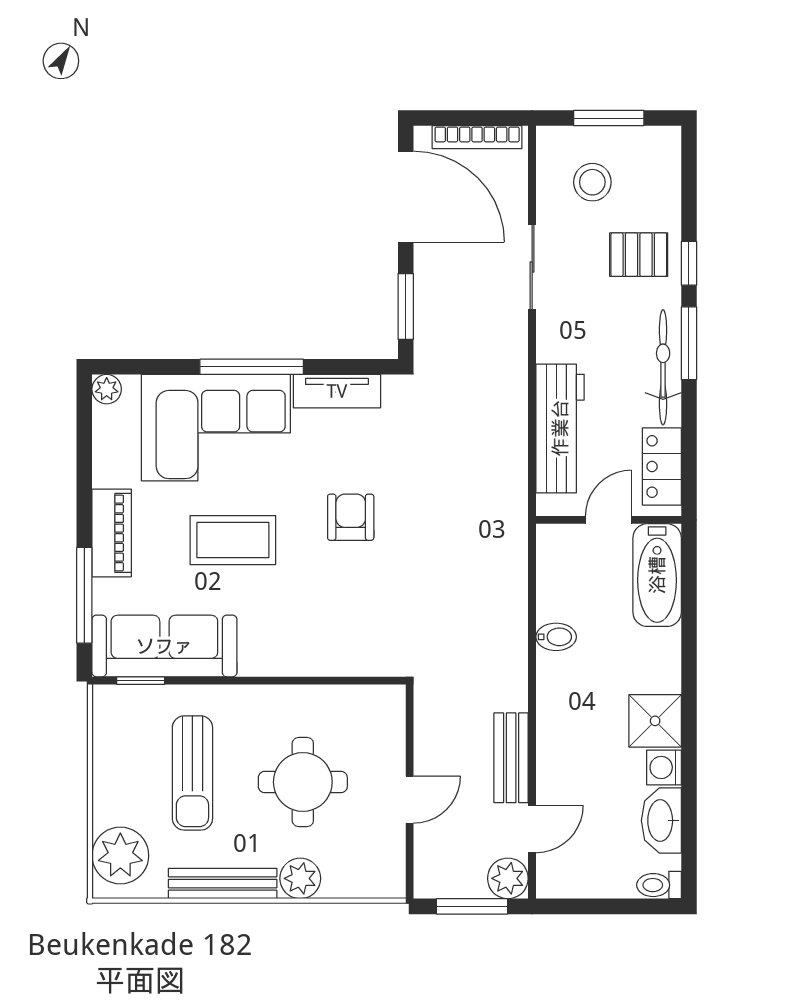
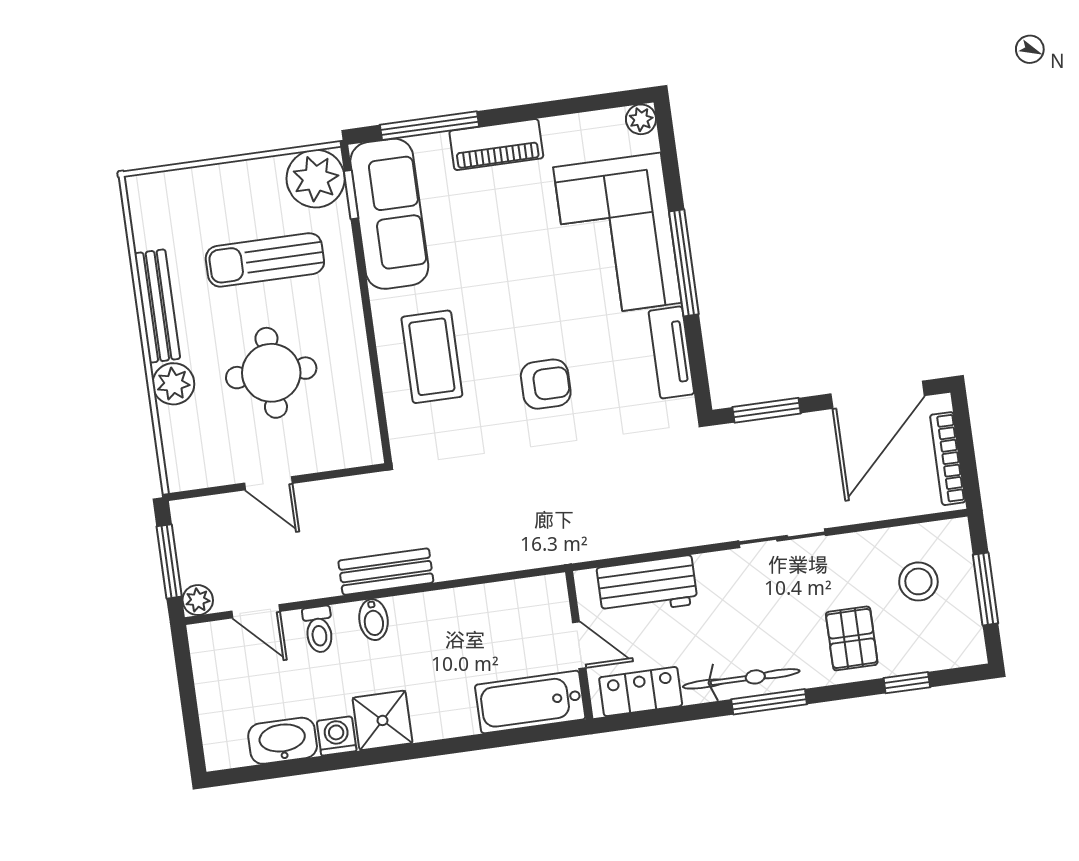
window: (689, 263) -> (907, 683), moved
sliding door: (532, 267) -> (782, 538), moved
workbench: (560, 428) -> (647, 586), width x0.73
coffee table: (233, 540) -> (432, 357), moved
bidet: (556, 637) -> (373, 620), moved
bench: (511, 758) -> (386, 572), moved
plant: (120, 856) -> (316, 179), moved
plant: (508, 878) -> (198, 600), width x0.73, depth x0.73
toilet: (659, 885) -> (319, 629), moved, turned 180

